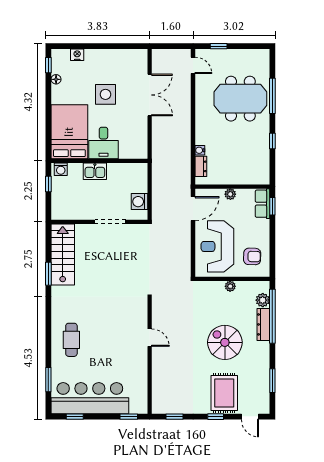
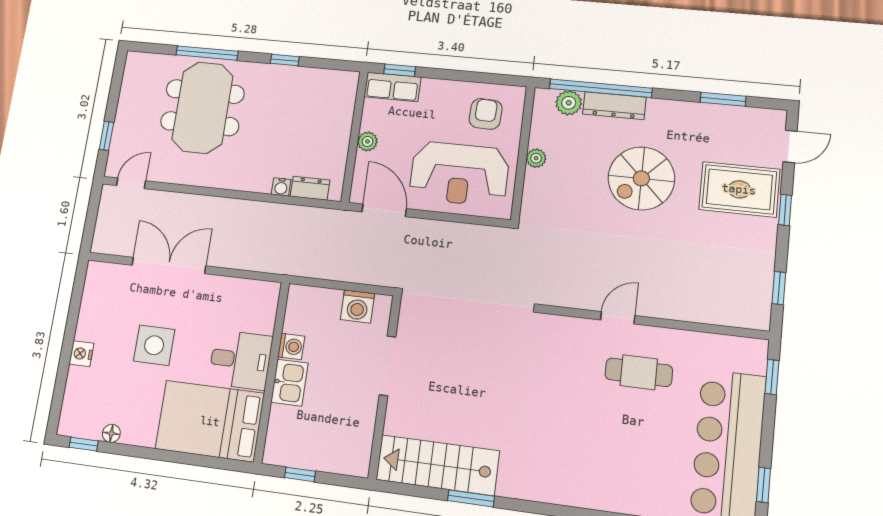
nightstand: (77, 55) -> (81, 354), moved
washing machine: (61, 169) -> (291, 346), moved
cafe table: (71, 340) -> (639, 372), moved

